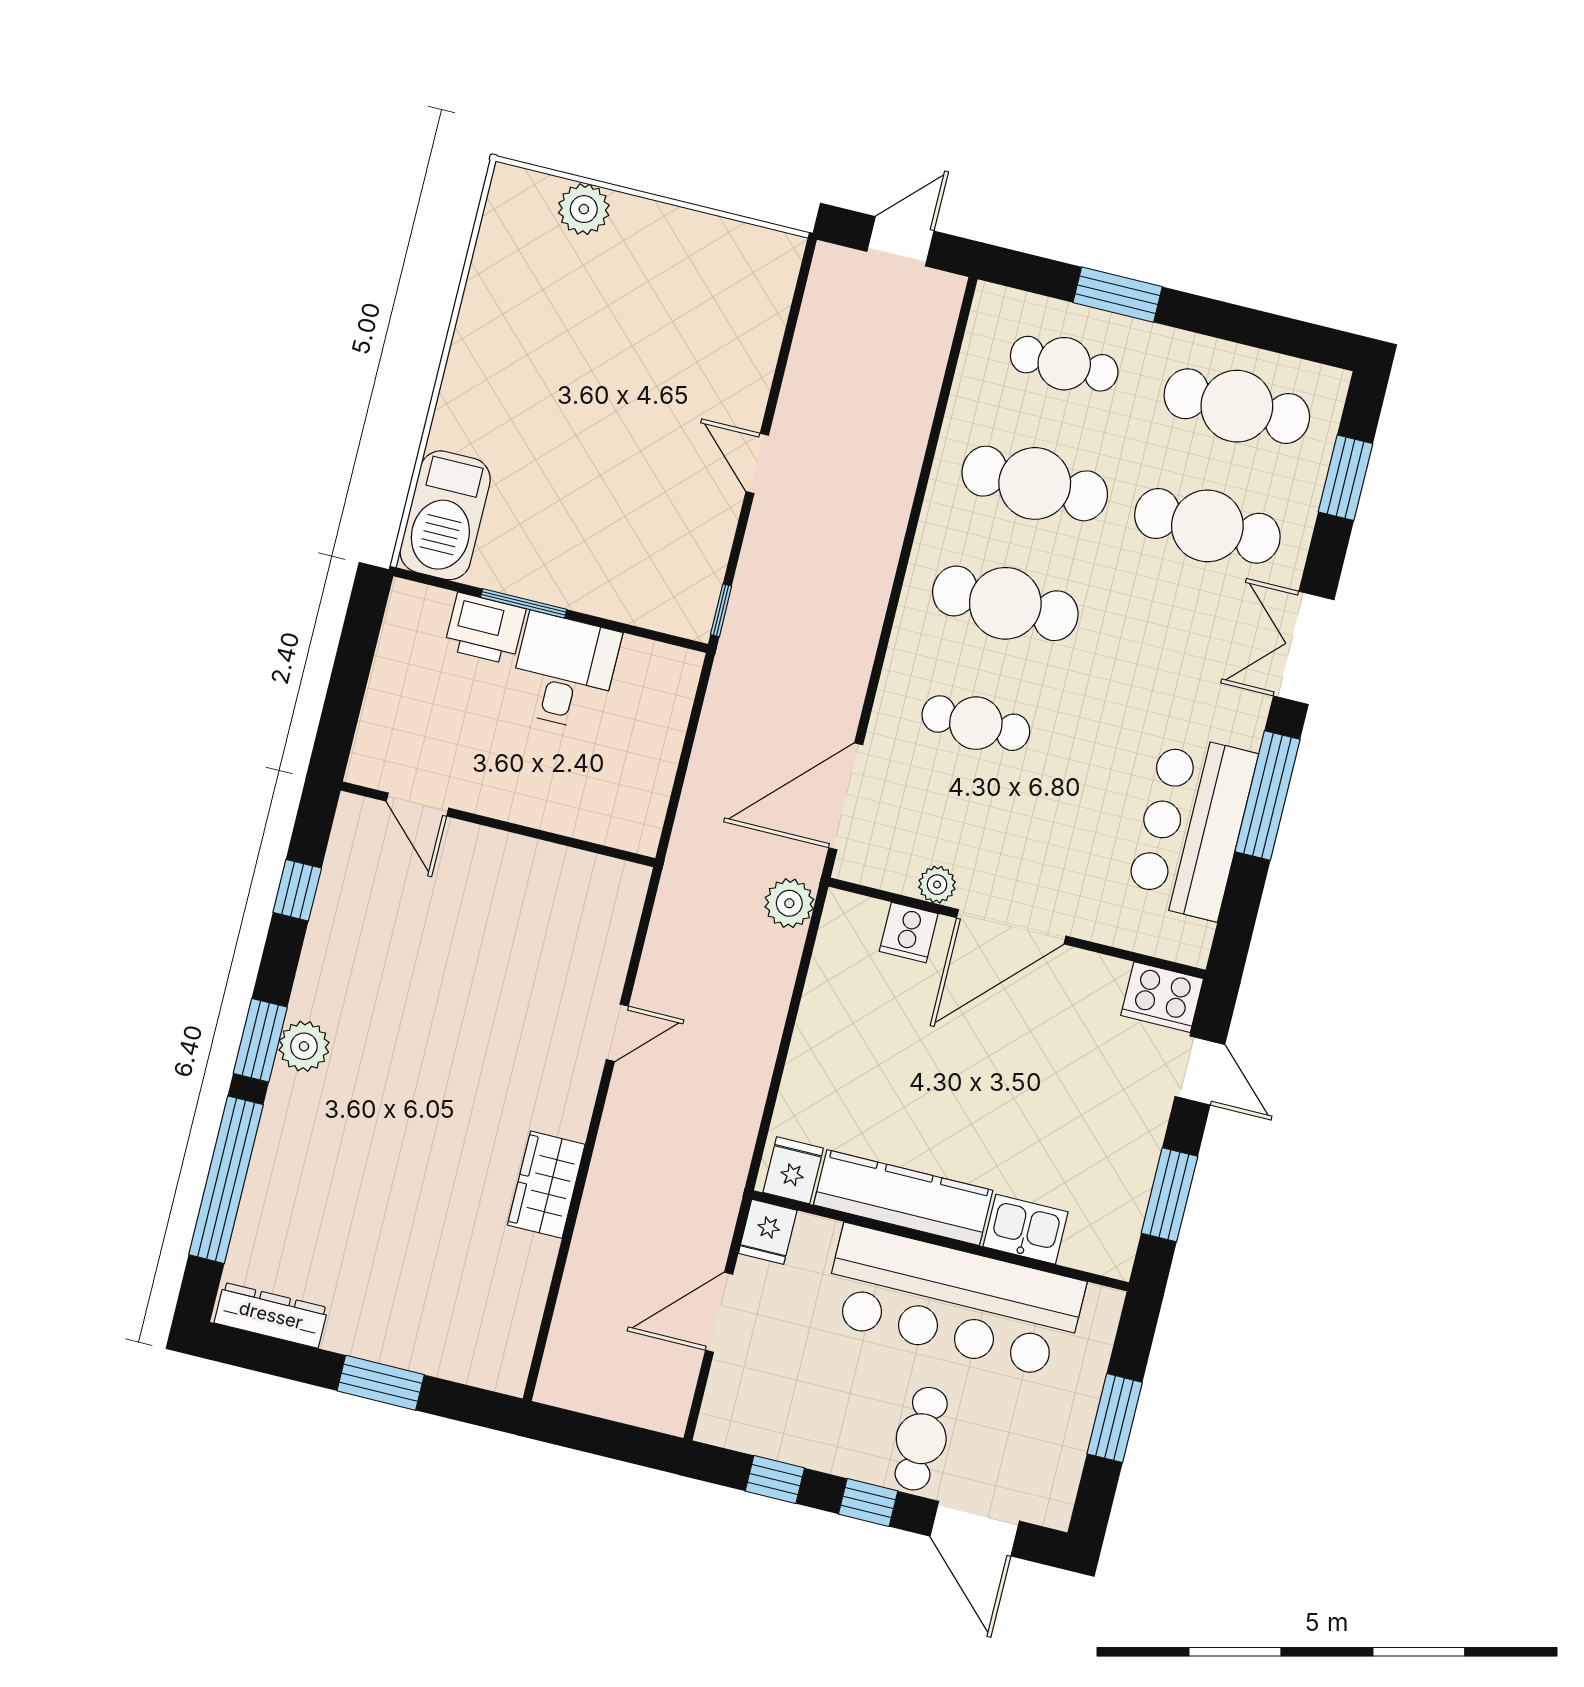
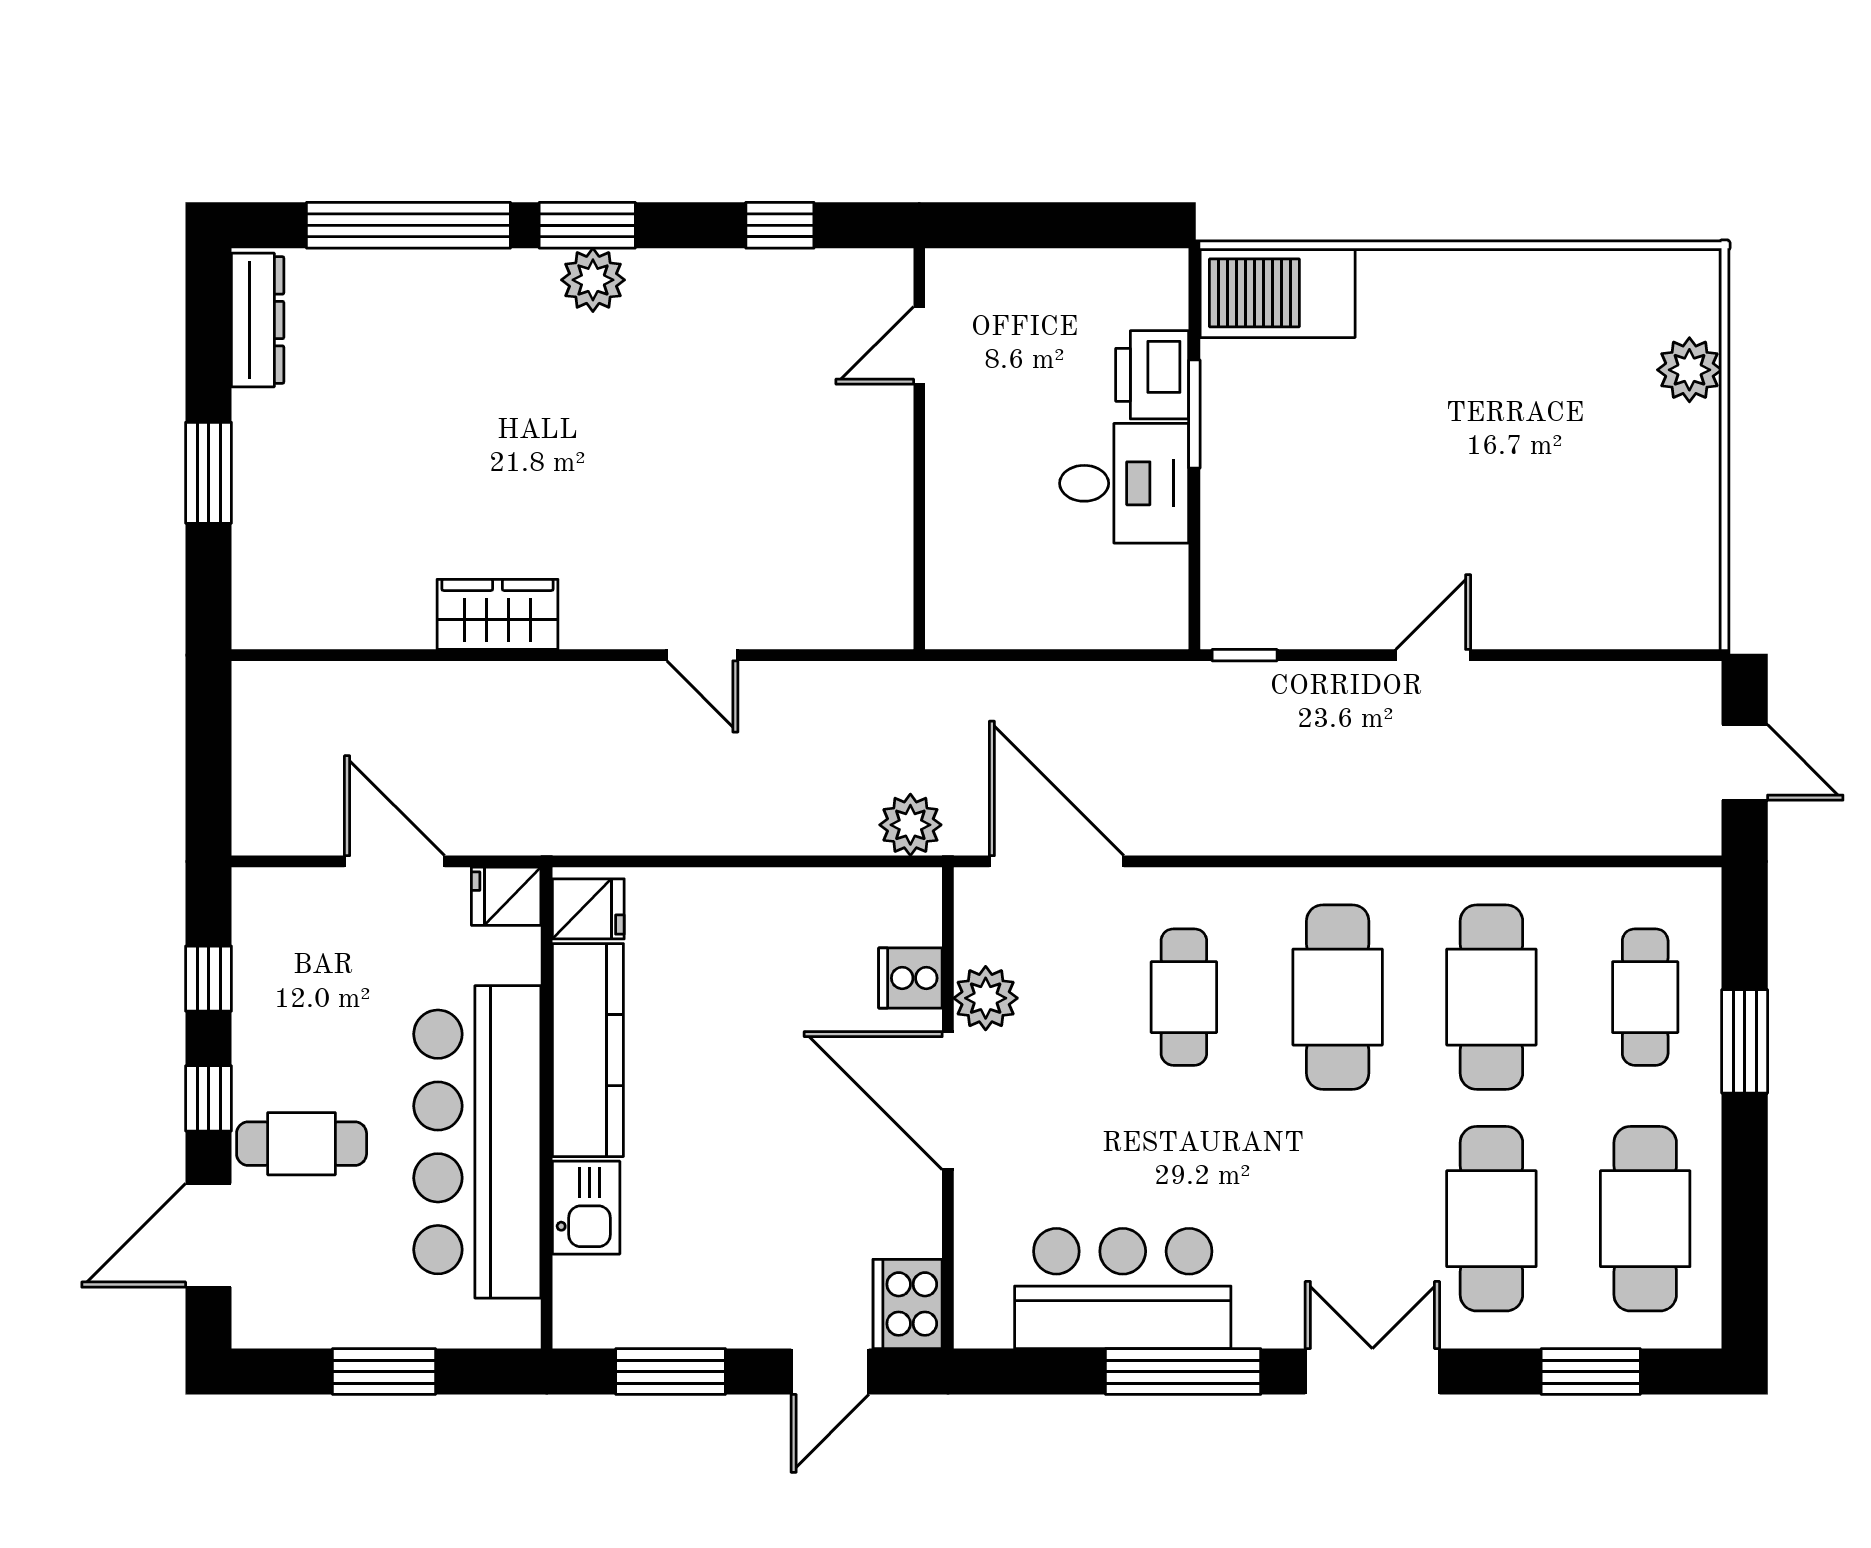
plant: (937, 885) -> (986, 998), width x1.38, depth x1.38

